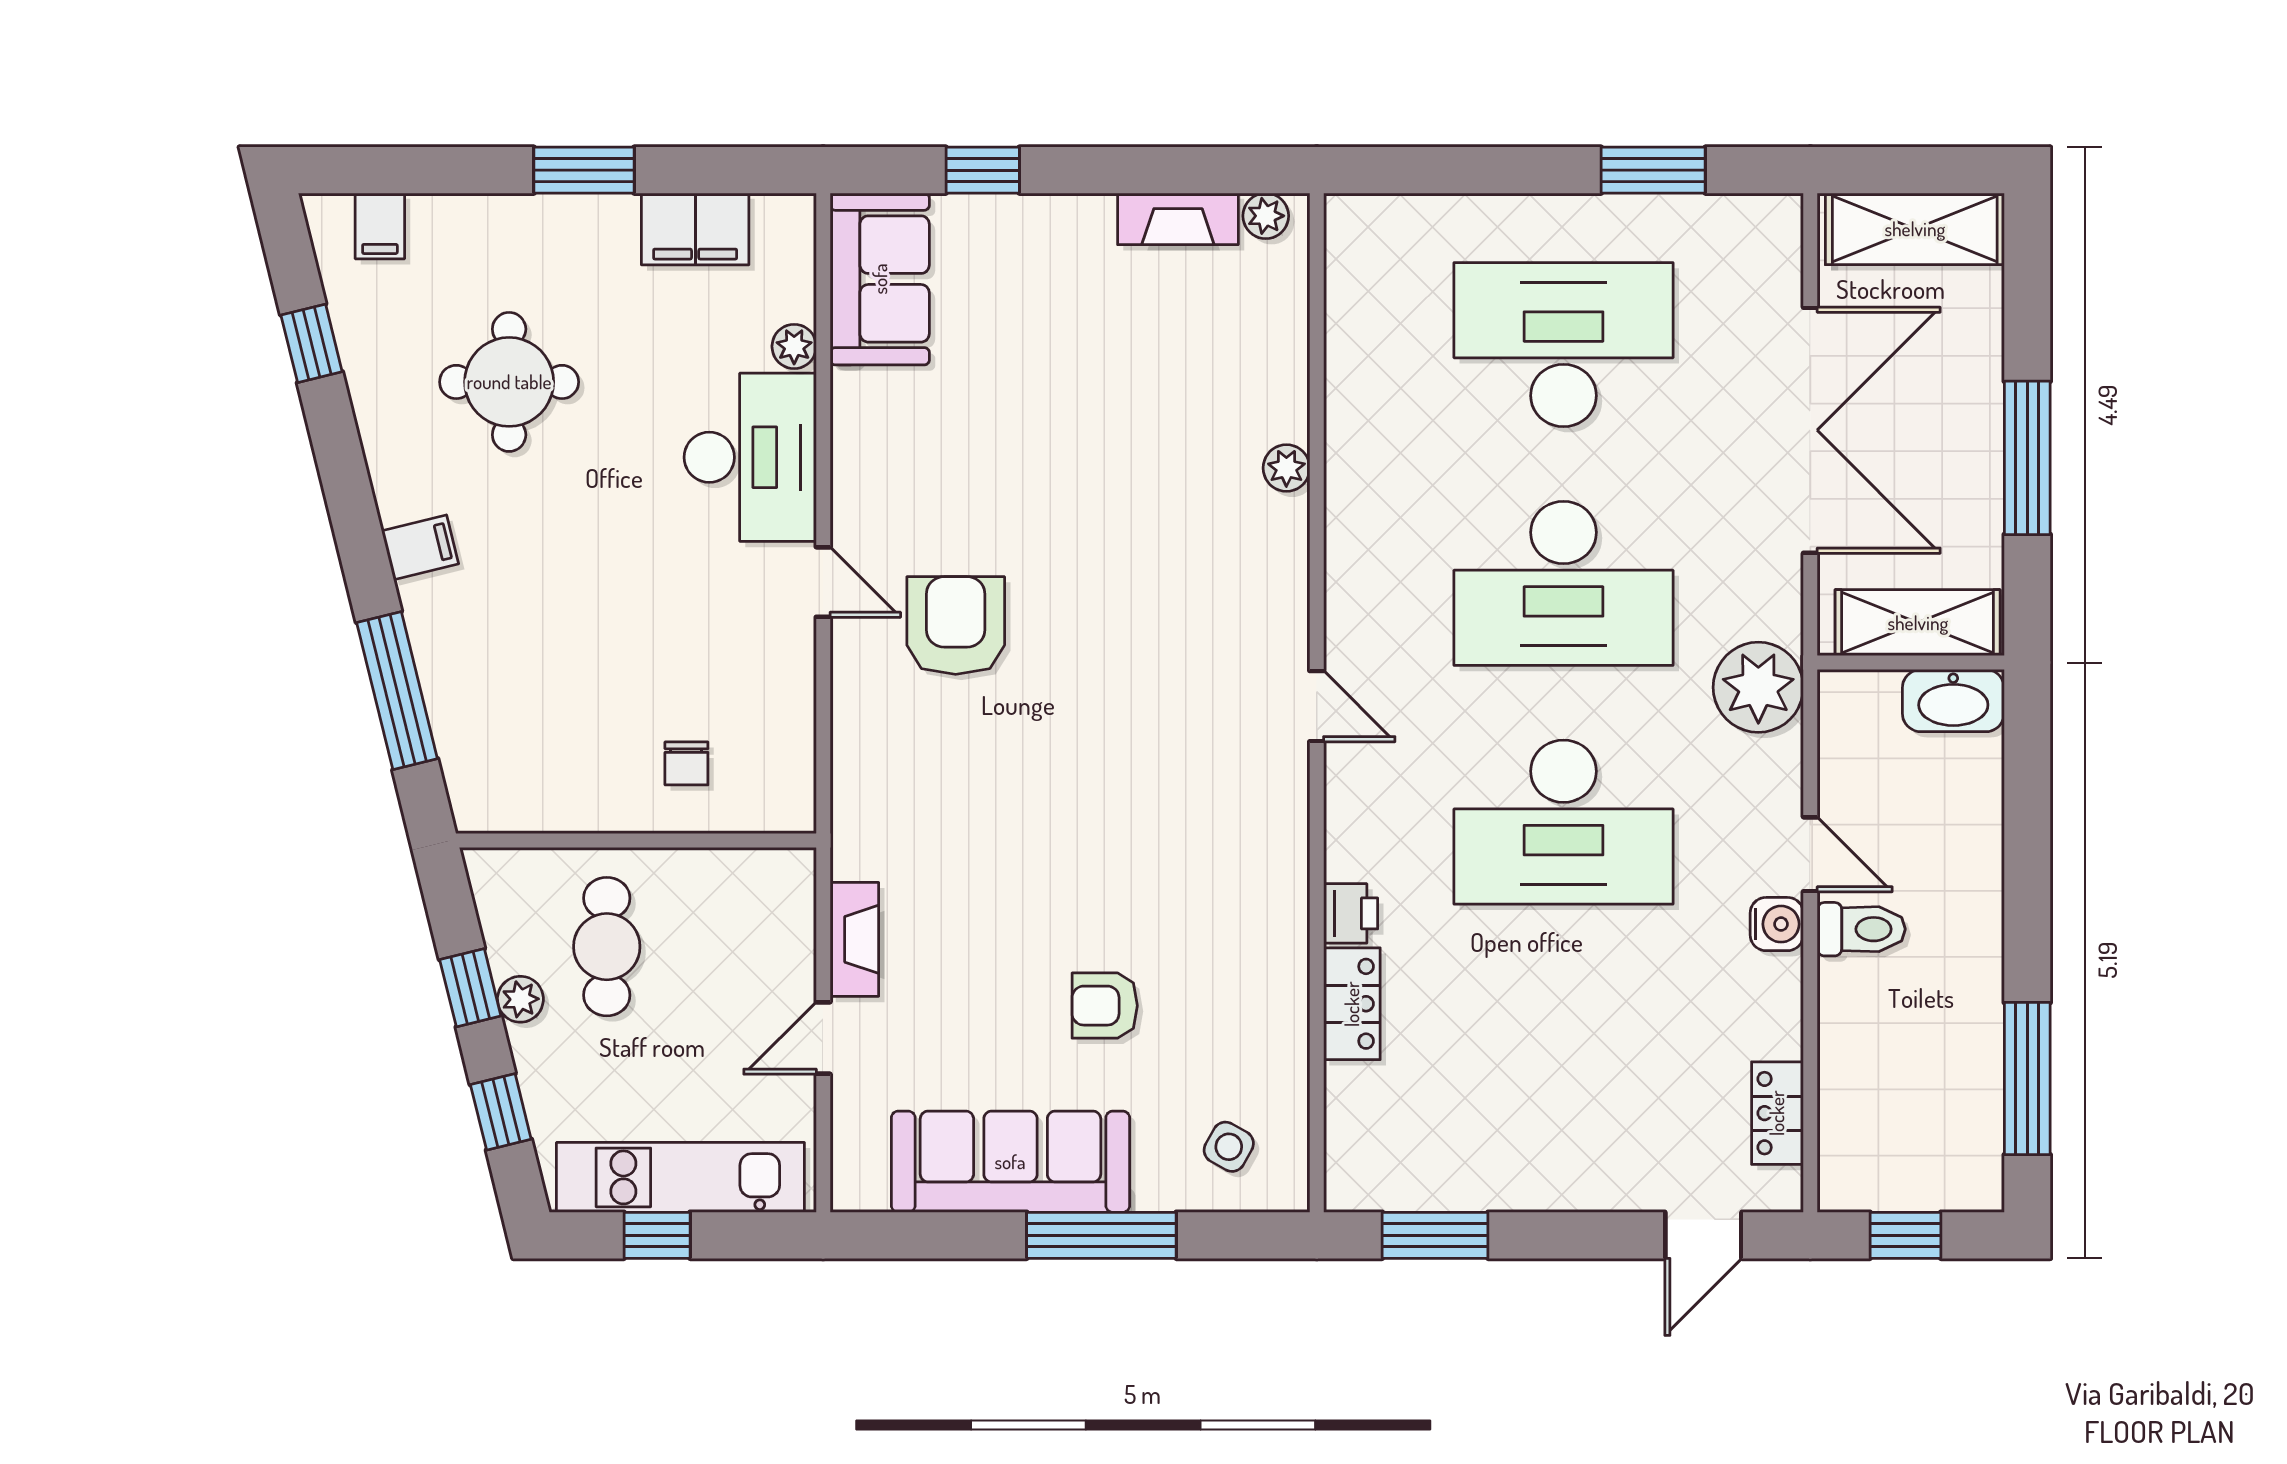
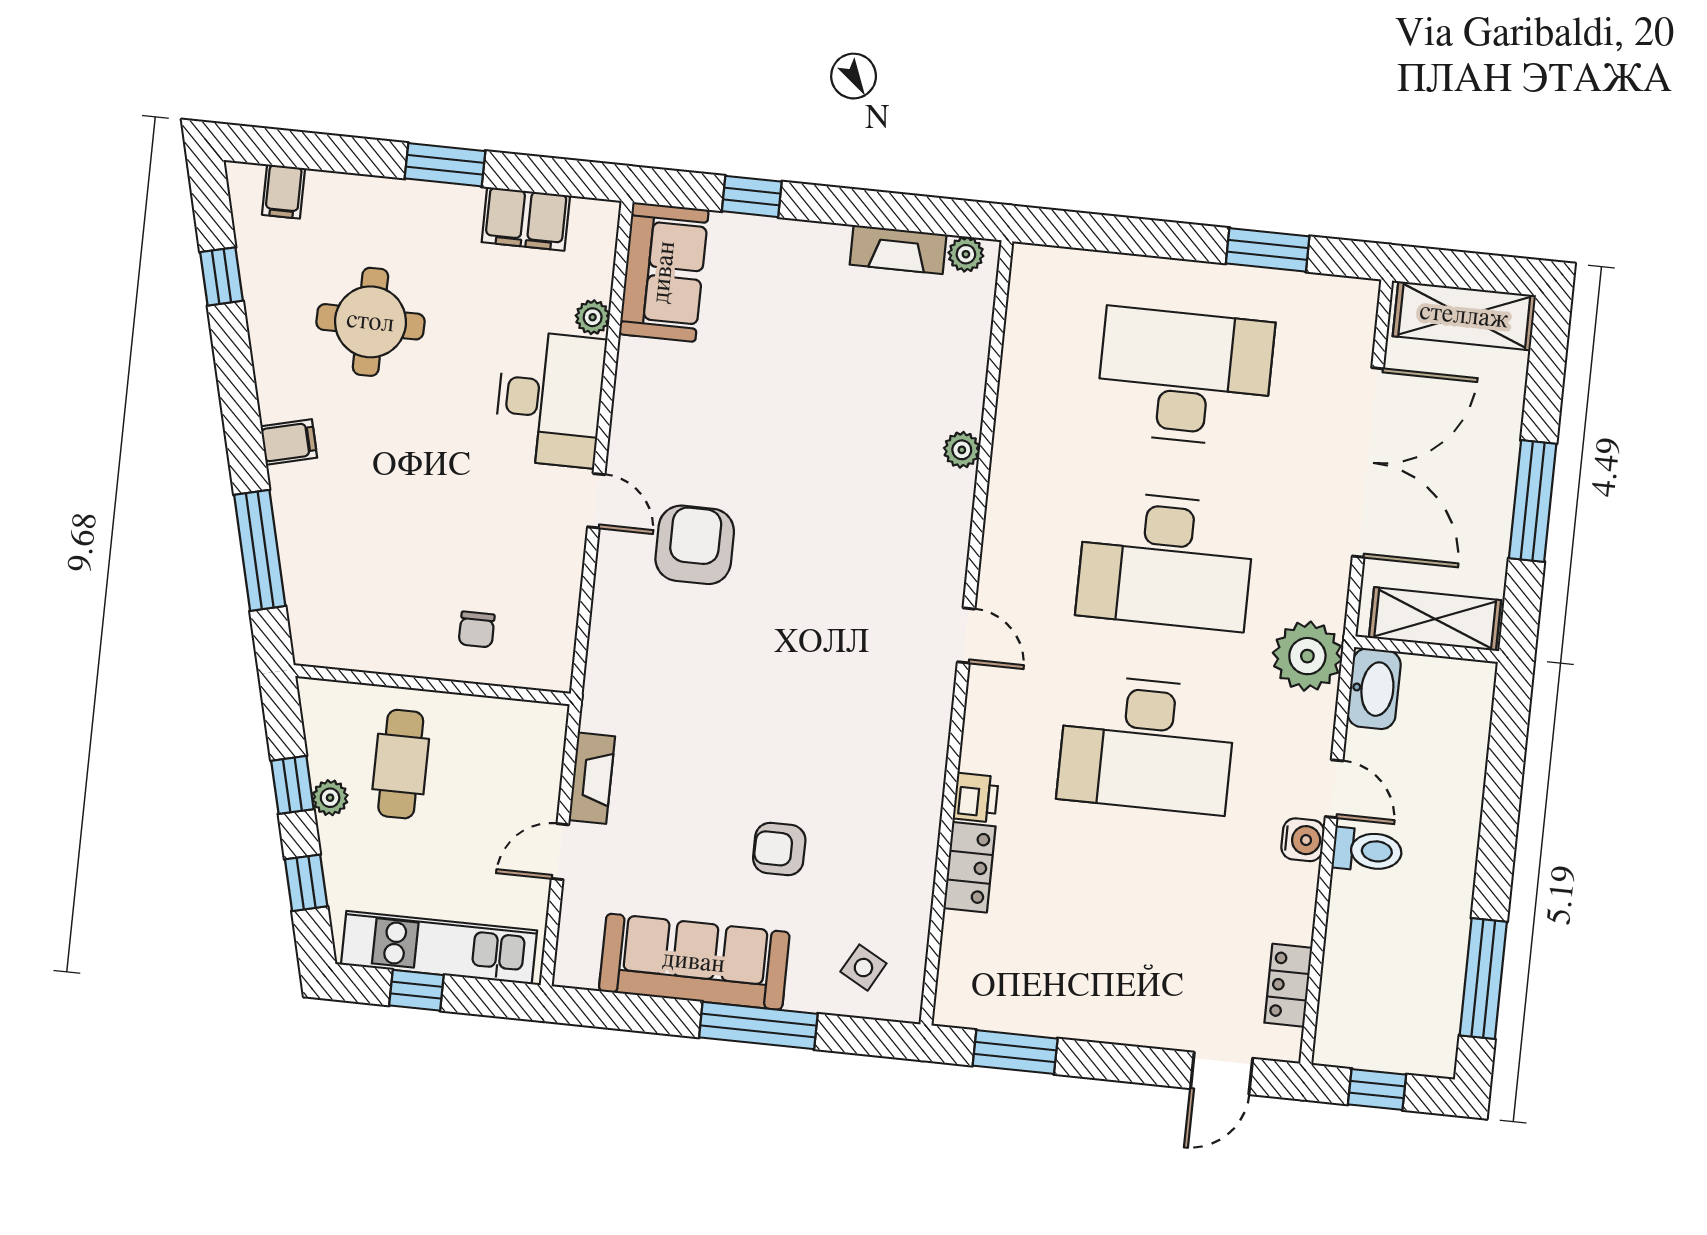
washbasin: (1953, 701) -> (1374, 689), moved, turned -90

